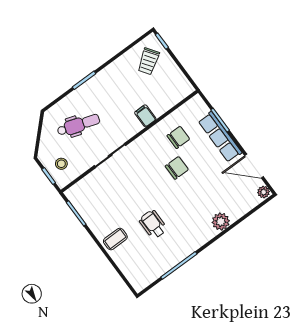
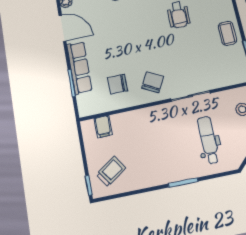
filing cabinet: (145, 116) -> (103, 127), moved
dental chair: (78, 125) -> (208, 140), turned 72
chair: (177, 168) -> (152, 82), moved, turned 118
coffee table: (115, 239) -> (227, 33), moved, turned 90

